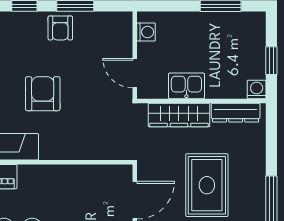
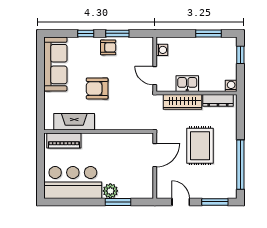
armchair: (60, 28) -> (108, 47), turned -90
window: (271, 61) -> (240, 55), moved
armchair: (43, 94) -> (97, 88), turned -90

